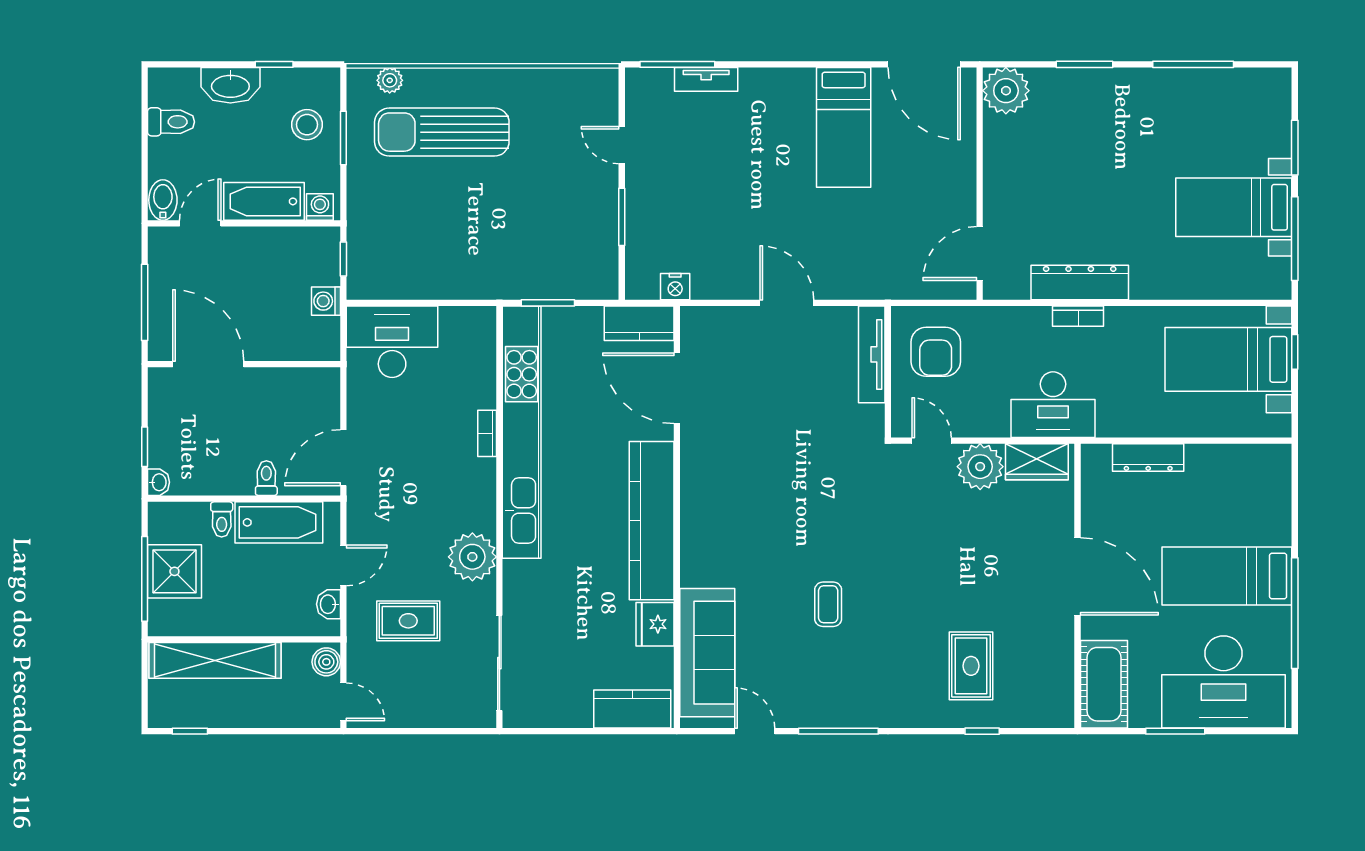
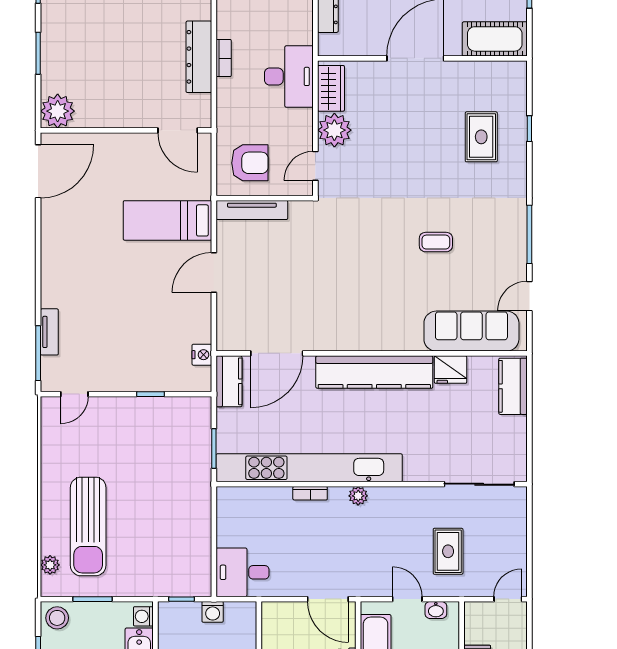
stool: (307, 125) -> (57, 618), moved
bed: (844, 127) -> (168, 220), moved, turned 180
door: (622, 145) -> (74, 394), moved
window: (622, 217) -> (151, 394), width x0.67
desk: (392, 342) -> (243, 572), width x0.73
plant: (472, 557) -> (358, 496), moved, width x0.53, depth x0.53
boiler: (326, 662) -> (478, 612), removed
rug: (971, 666) -> (481, 137), turned 90

